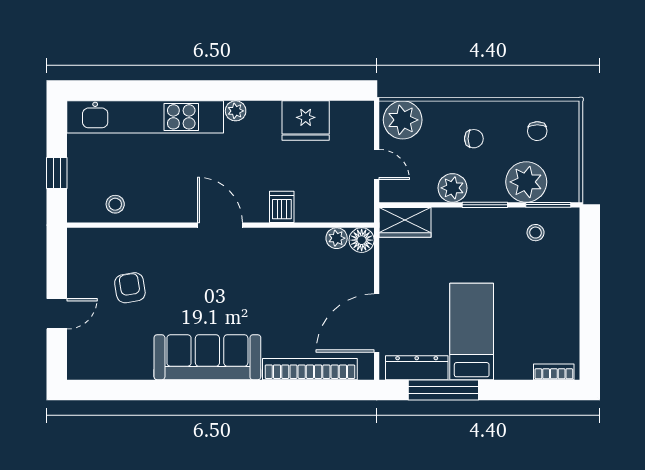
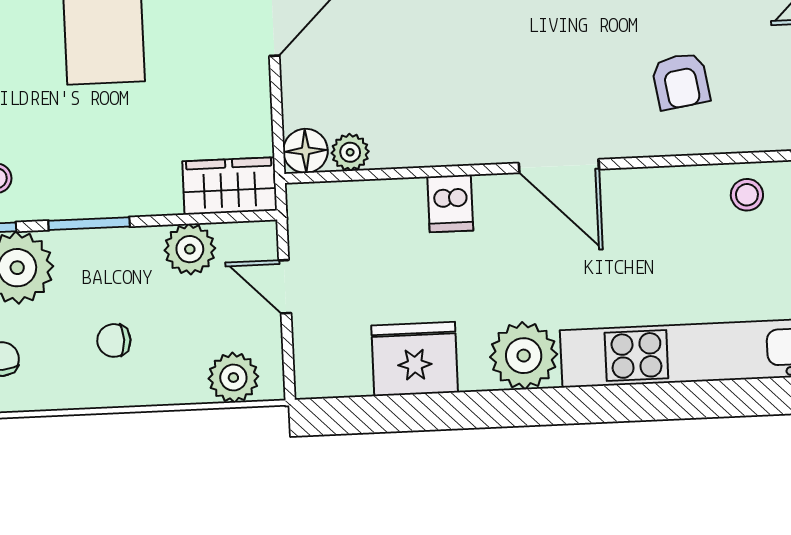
plant: (236, 111) -> (524, 356), width x1.87, depth x1.87
plant: (403, 120) -> (233, 377), width x0.73, depth x0.73
plant: (452, 188) -> (190, 249), moved
armchair: (130, 288) -> (681, 81), moved

